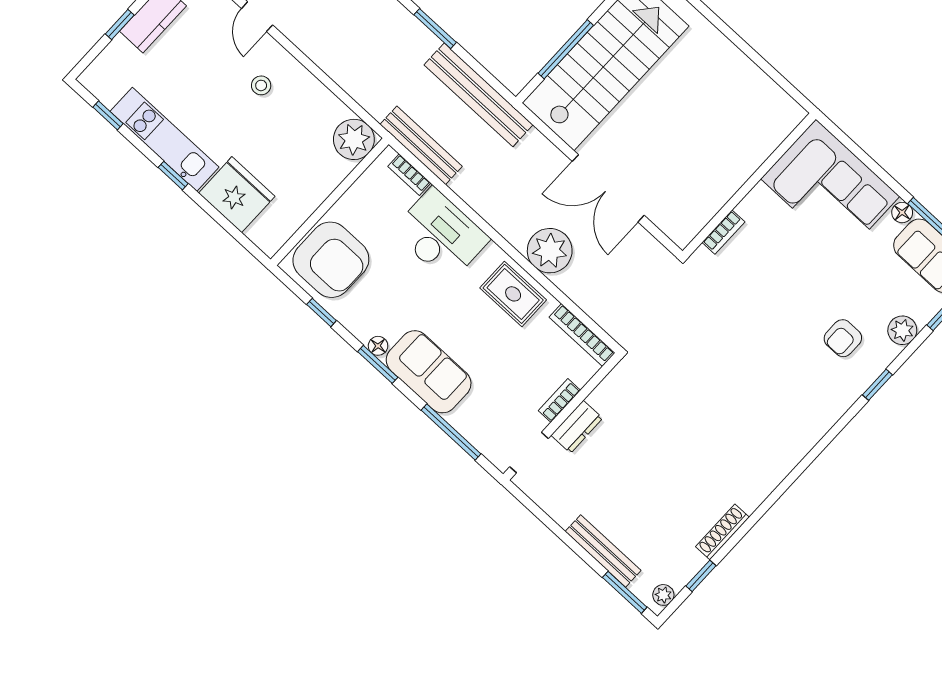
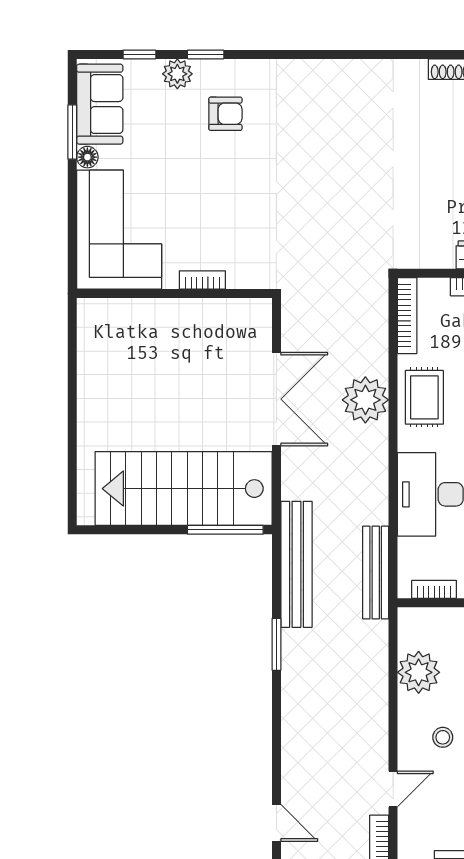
window: (566, 49) -> (225, 530), moved
plant: (354, 139) -> (419, 672), moved
bookcase: (409, 175) -> (434, 589), moved, turned -90
bookcase: (723, 232) -> (202, 280), moved
window: (877, 385) -> (206, 54), moved

